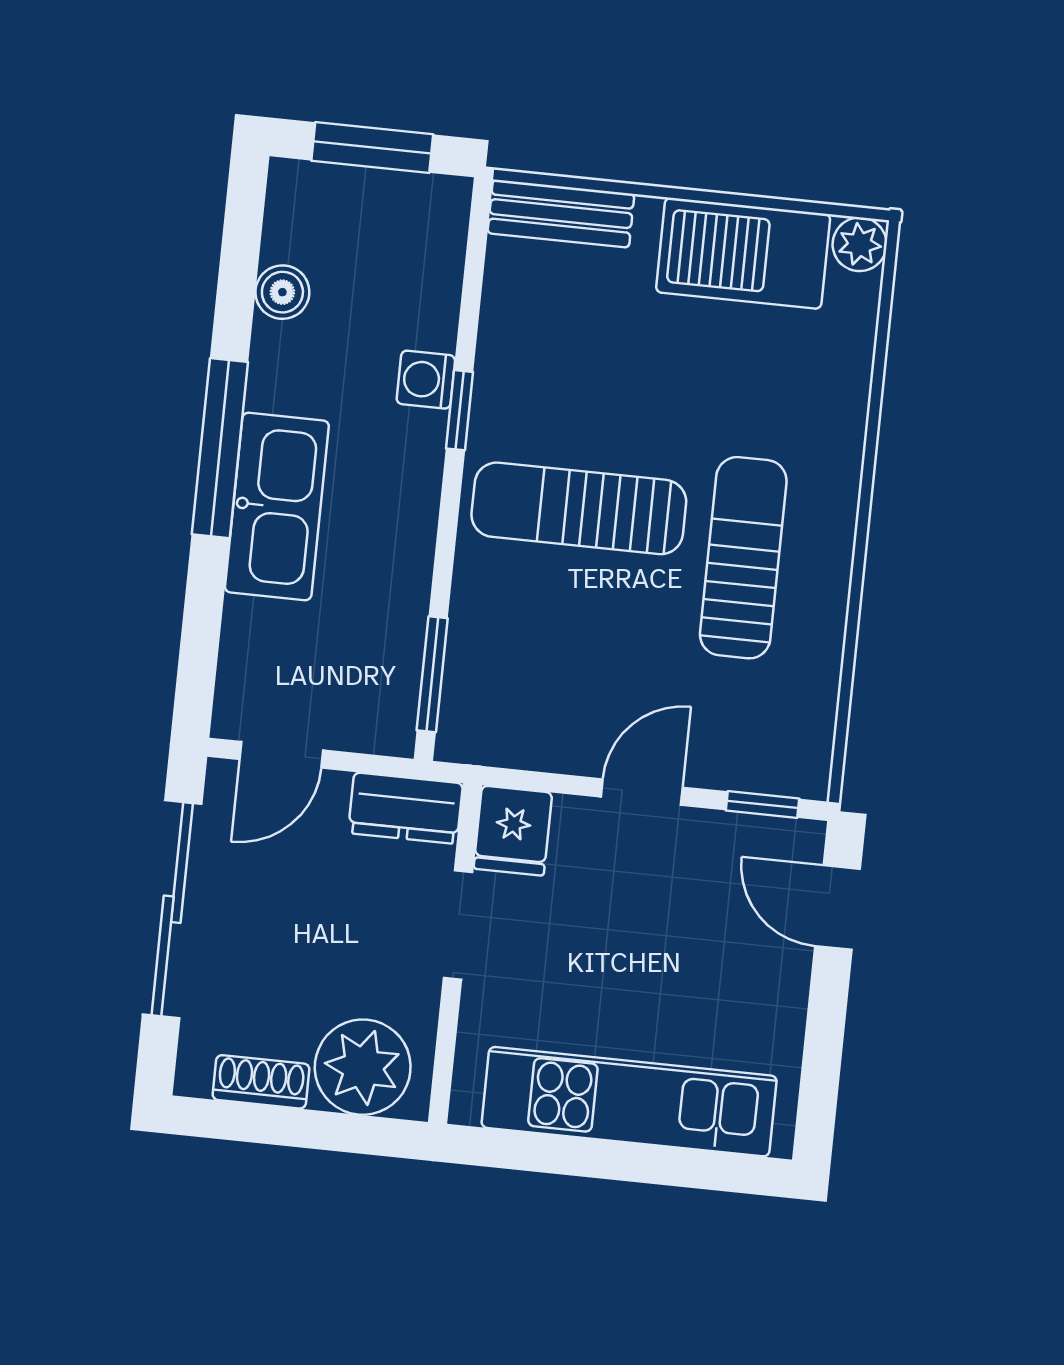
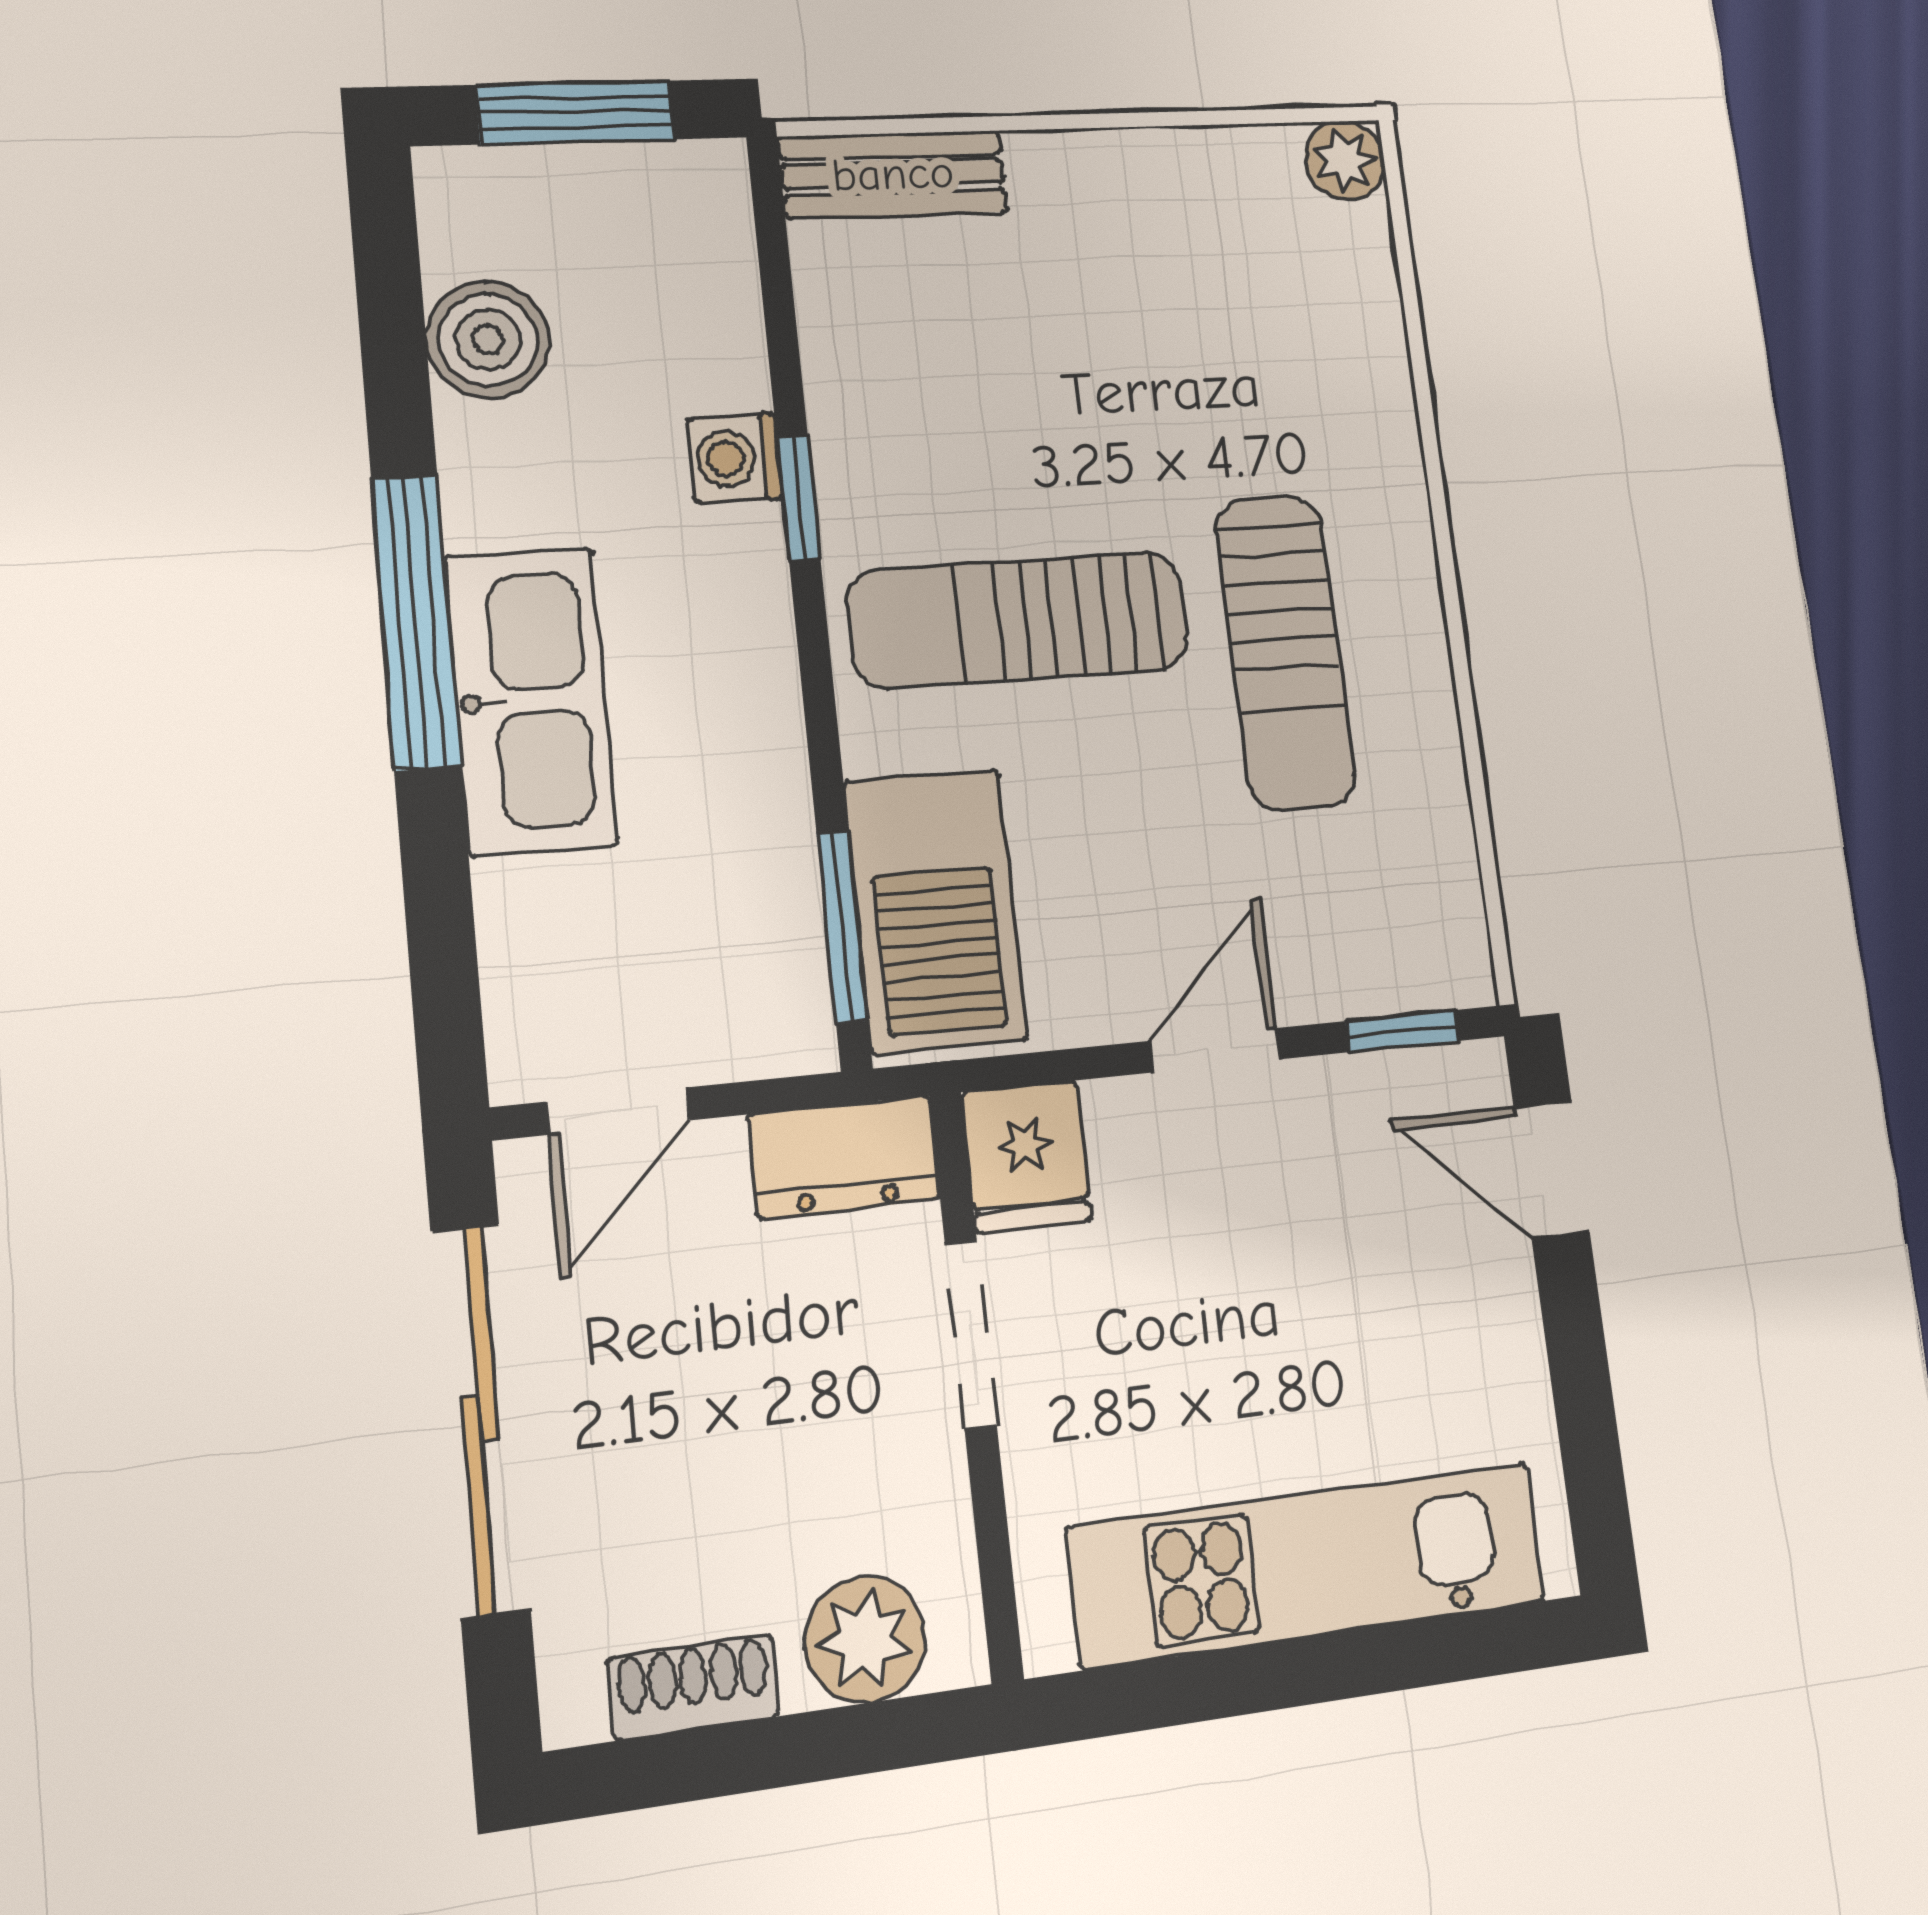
barbecue: (743, 253) -> (935, 910), moved, turned -90
boiler: (282, 292) -> (488, 340), width x1.36, depth x1.36
sun lounger: (743, 558) -> (1285, 653), turned 180
plant: (363, 1067) -> (865, 1639), width x0.73, depth x0.73

